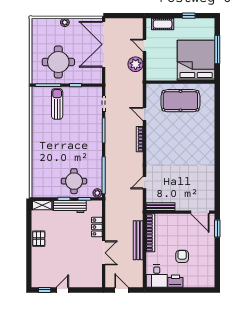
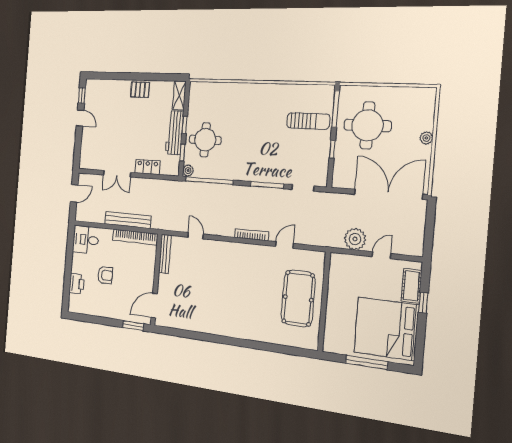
window: (189, 16) -> (423, 303), moved
bed: (196, 60) -> (386, 329), moved, turned 180
printer: (175, 281) -> (77, 284), moved

